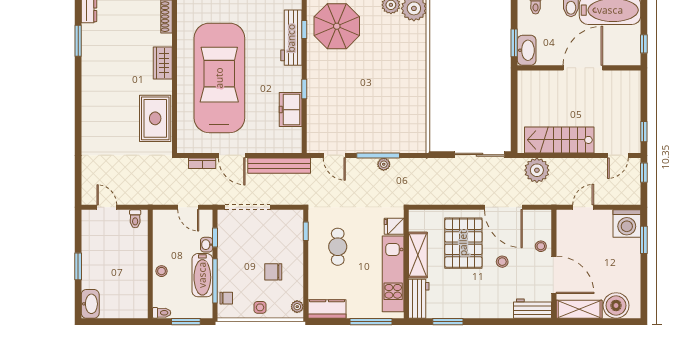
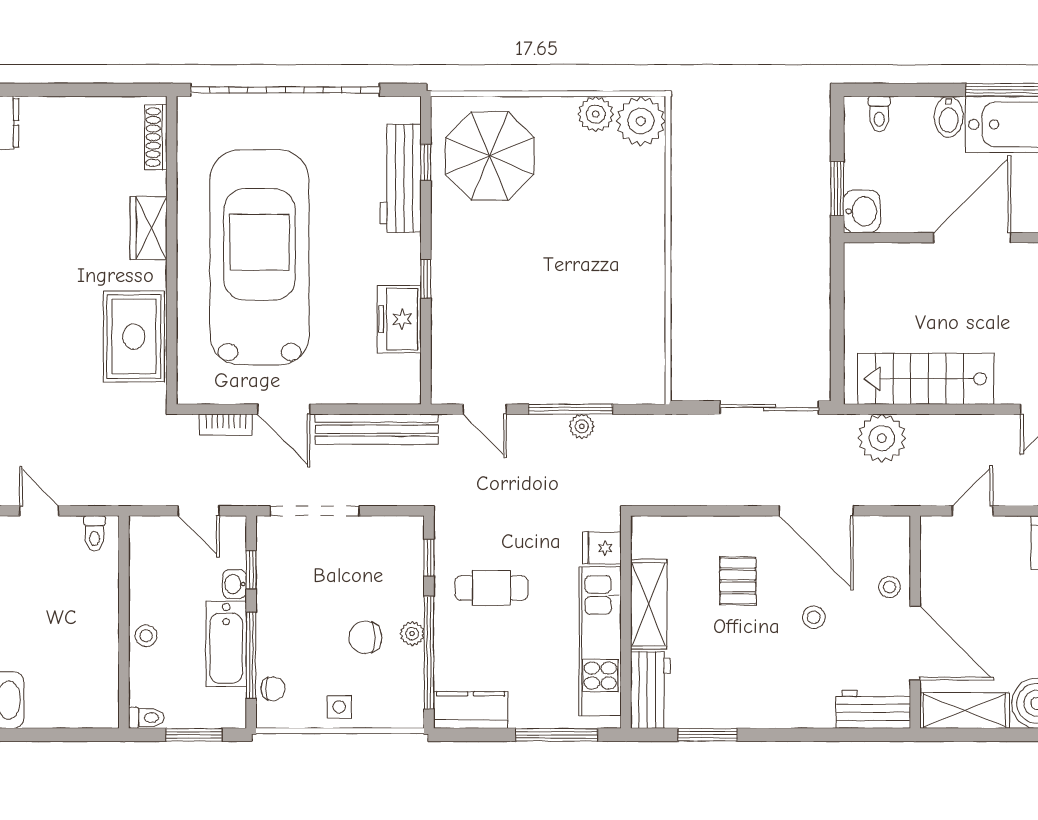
washbasin: (527, 50) -> (862, 211), width x0.72
pallet: (463, 243) -> (738, 581), width x0.49, depth x0.50
cafe table: (338, 247) -> (491, 588), turned 90
window: (306, 280) -> (429, 652), added
plant: (297, 307) -> (412, 634), moved

